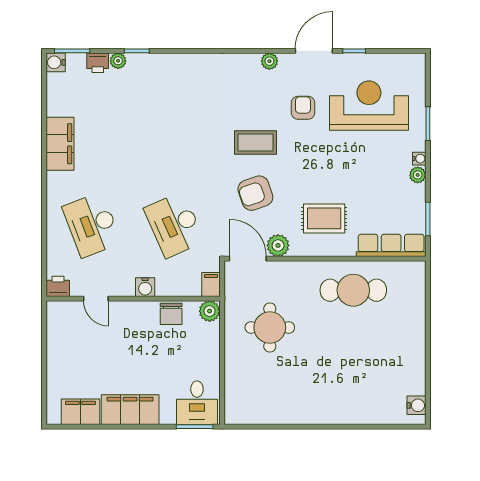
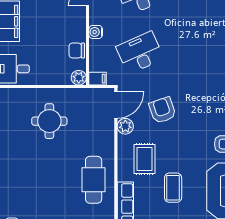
coffee table: (256, 142) -> (173, 188), moved
round table: (270, 328) -> (49, 121), moved

